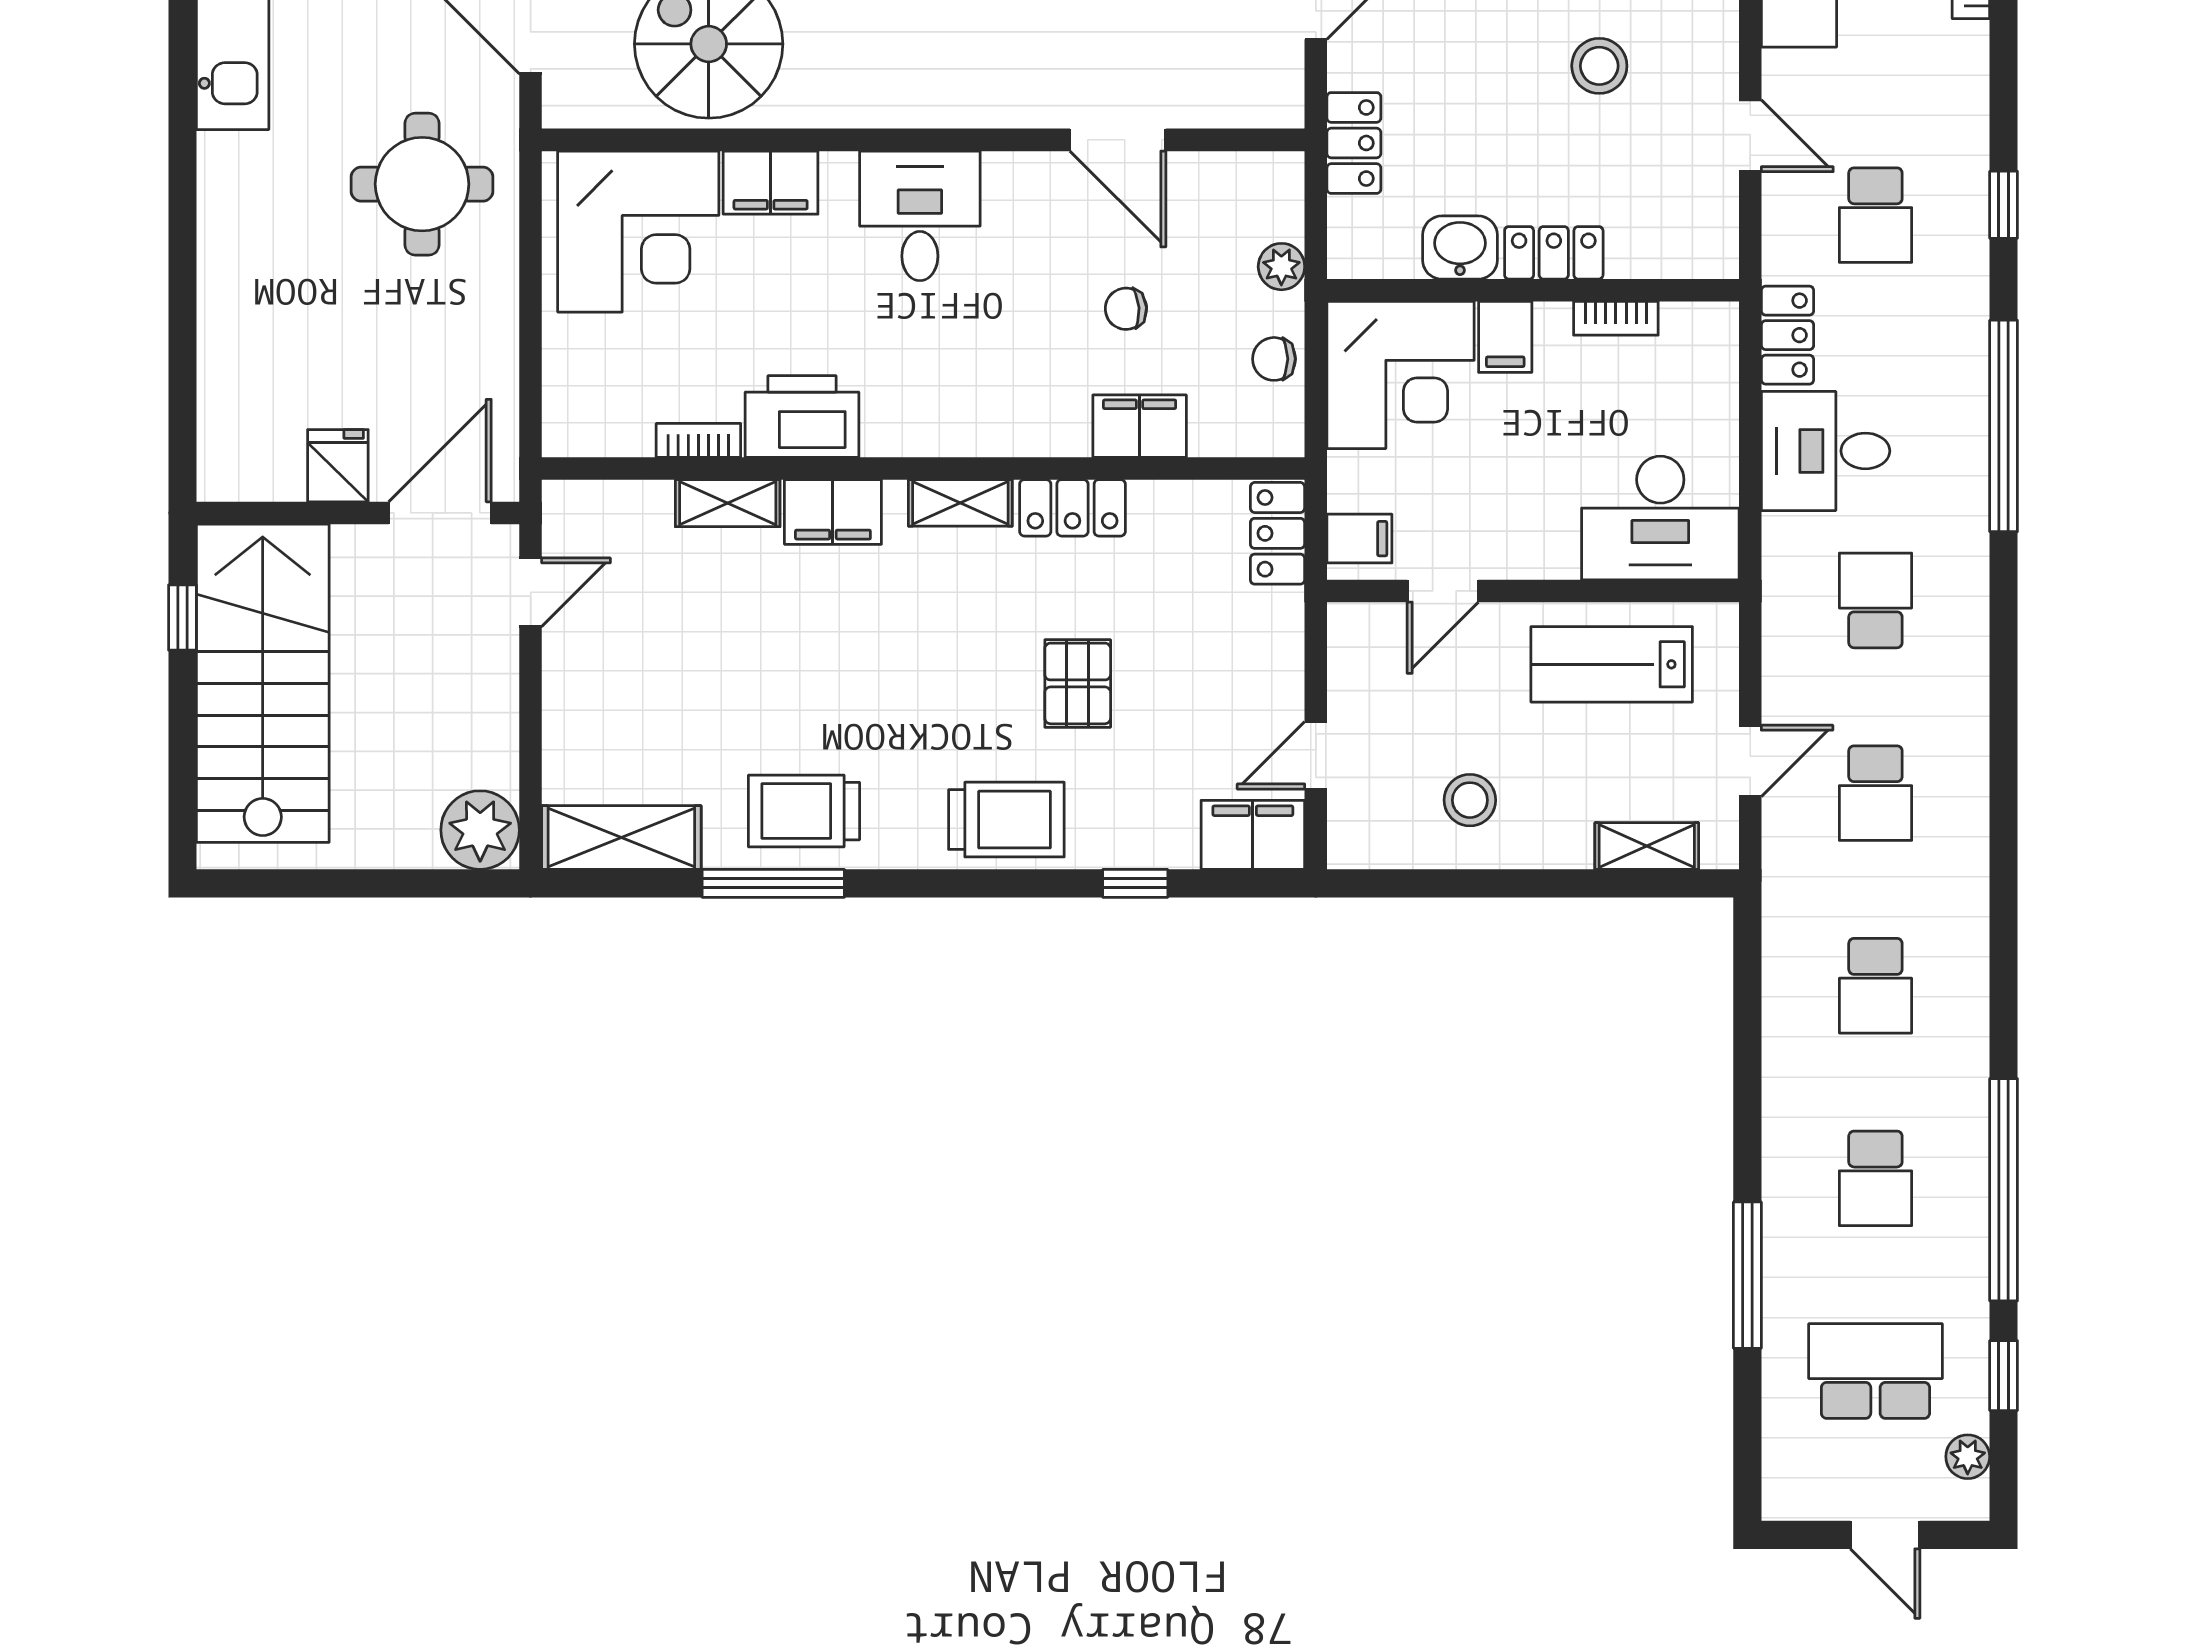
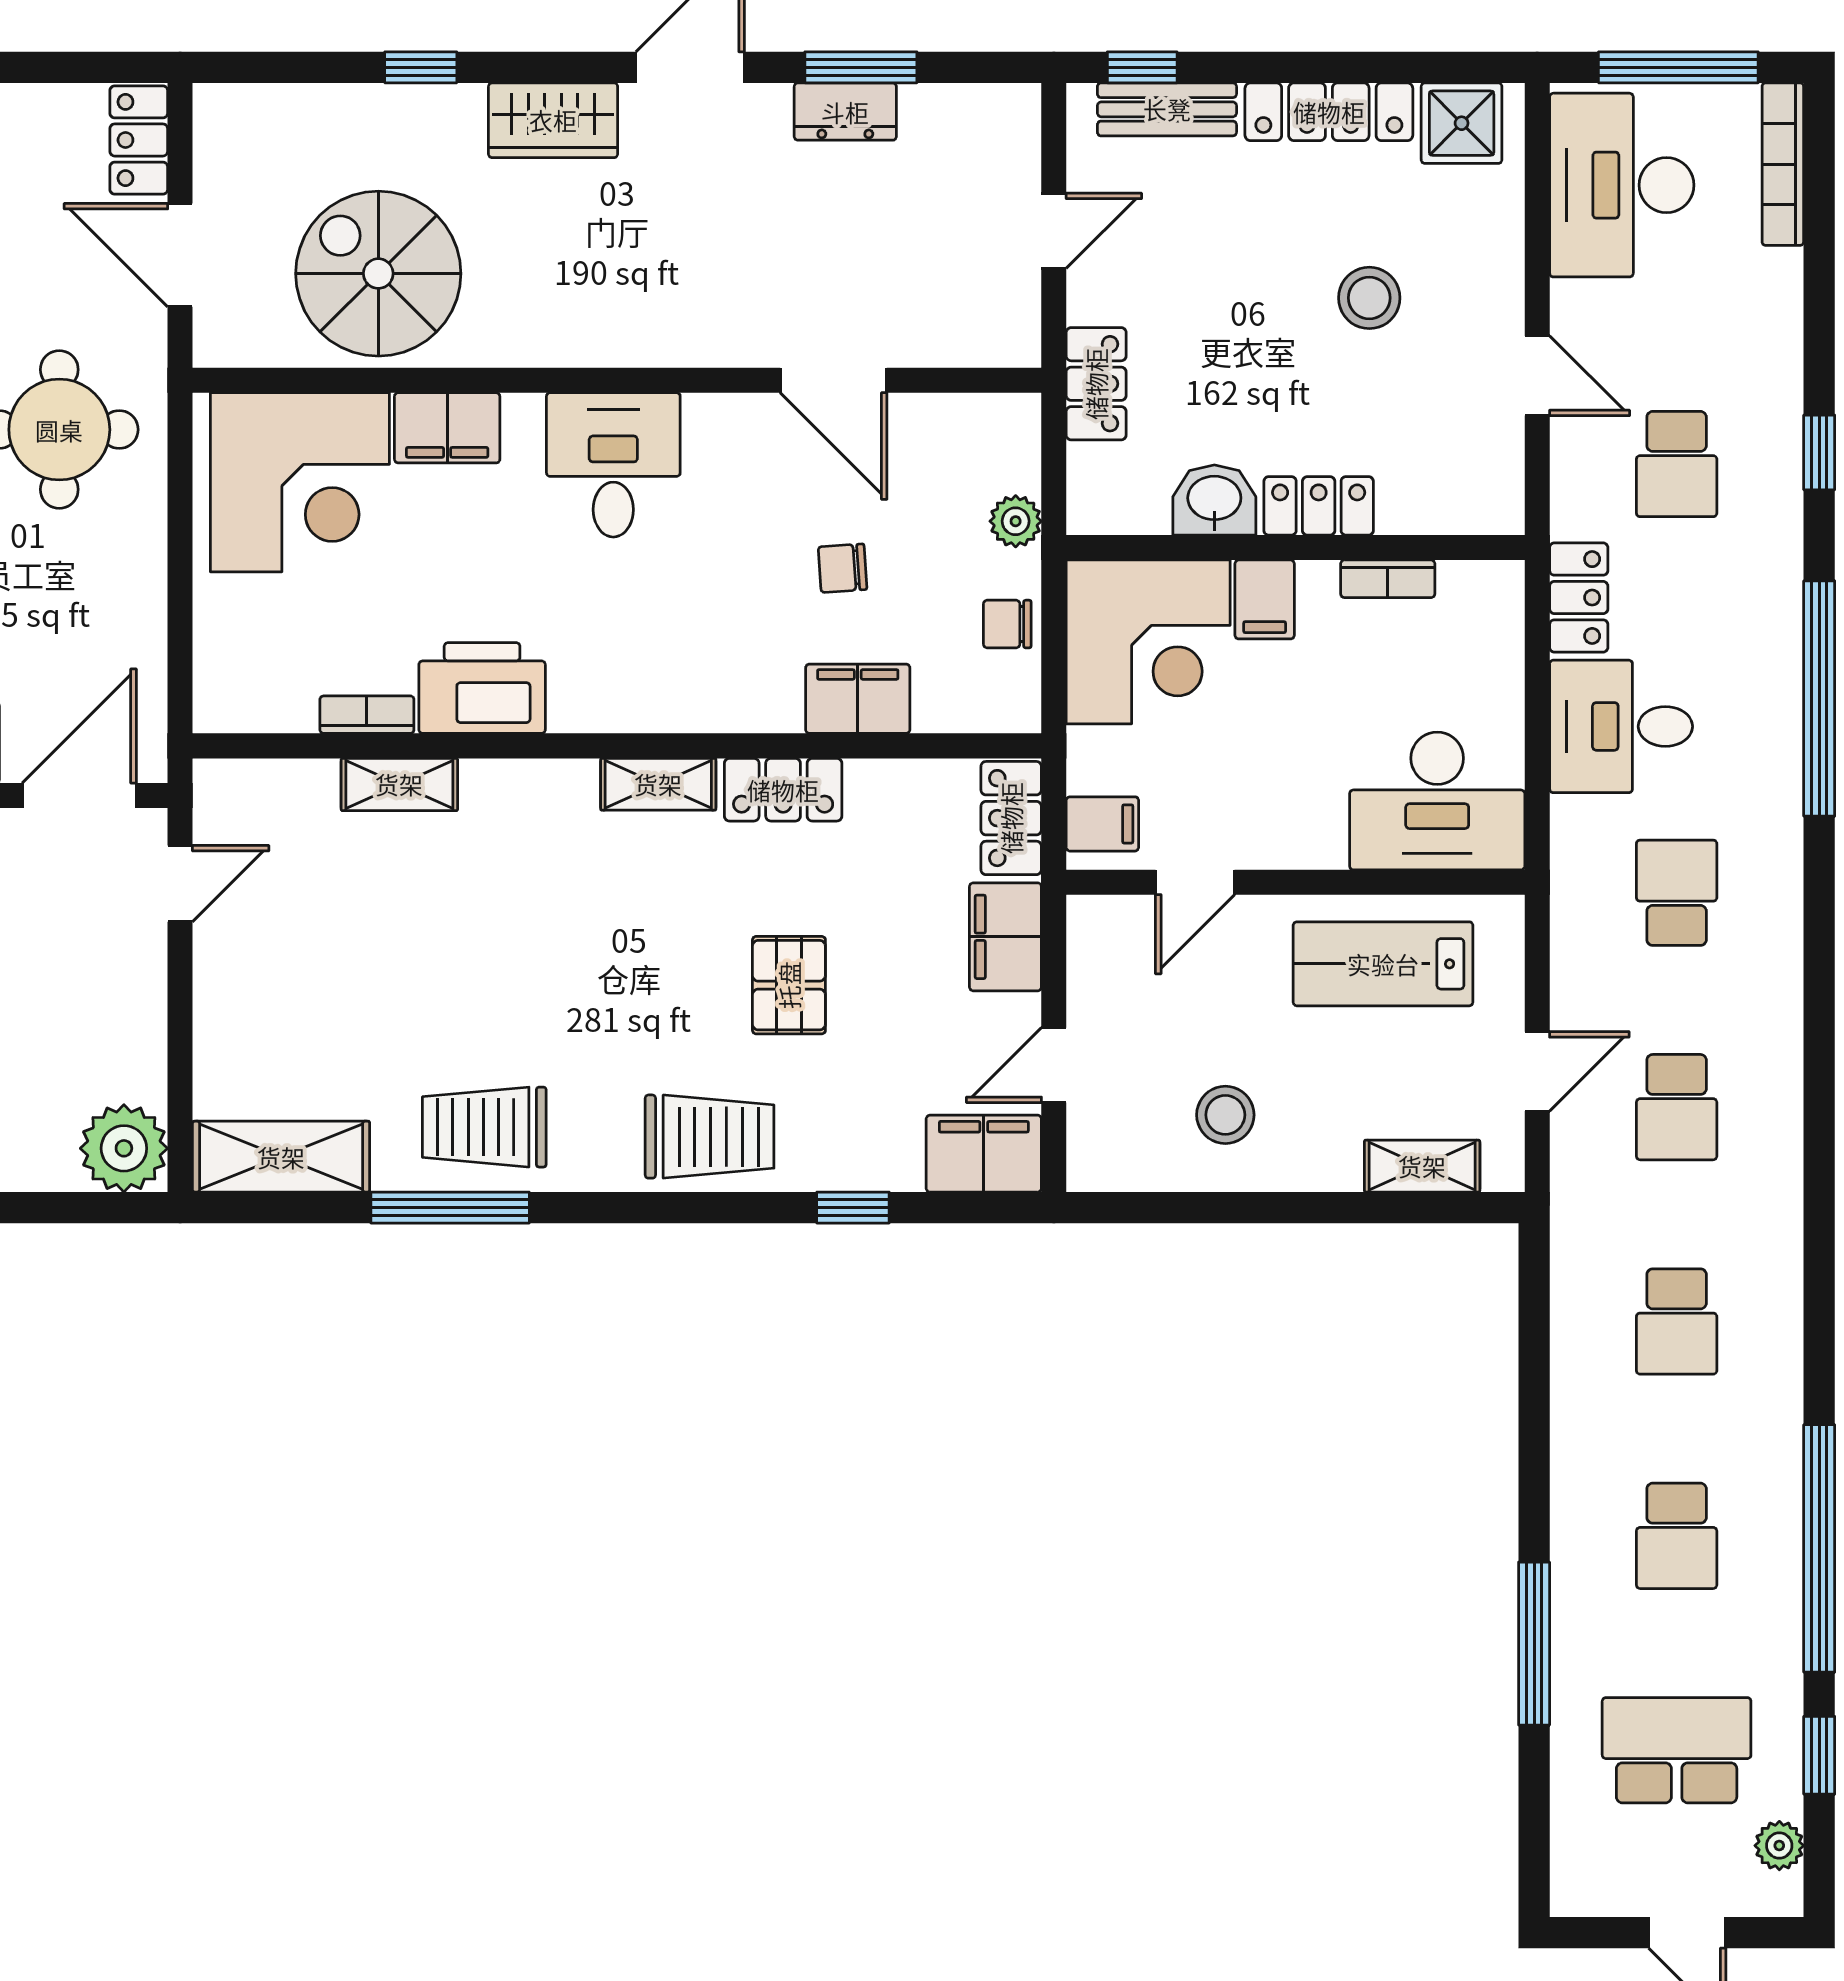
filing cabinet: (833, 512) -> (1005, 937), moved, turned 90

